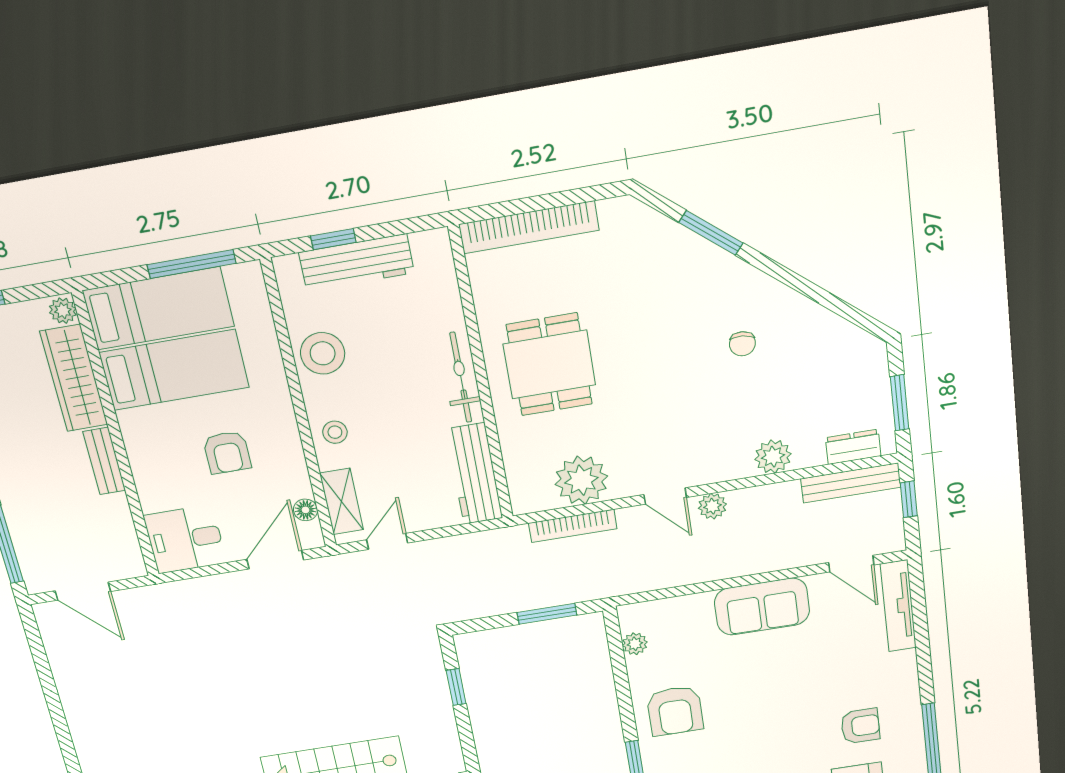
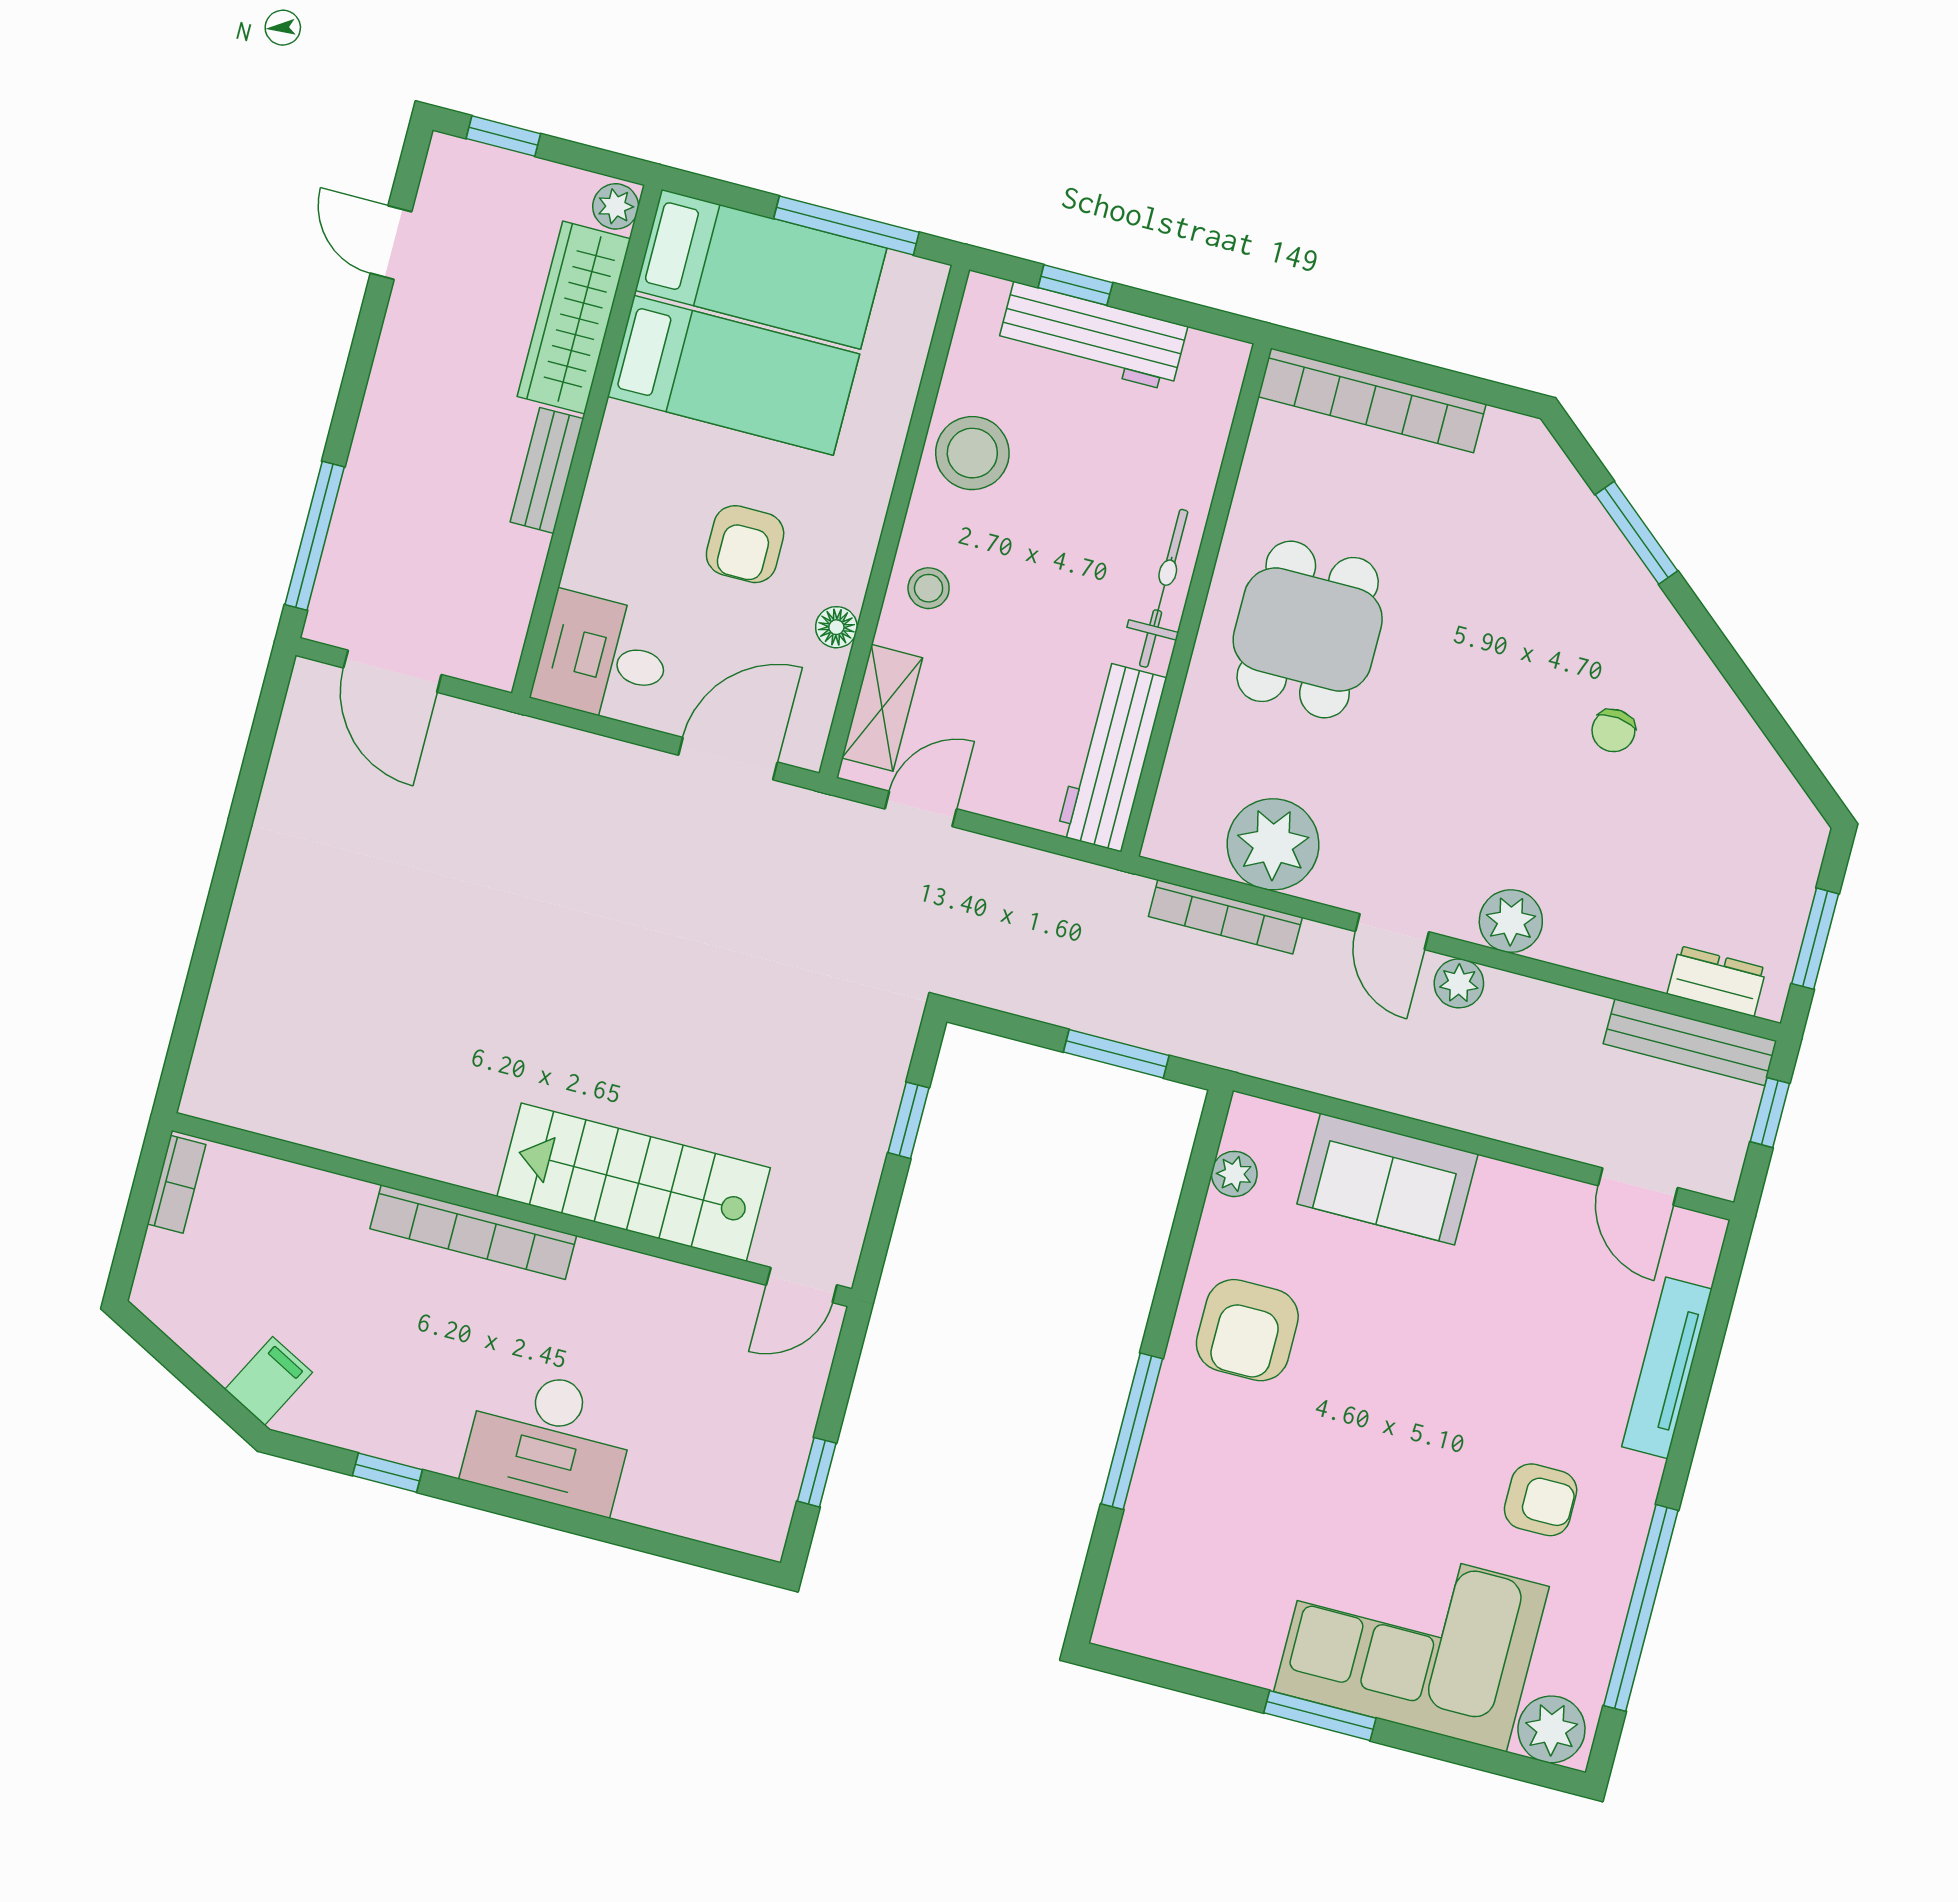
plant: (773, 457) -> (1511, 921), moved
floor lamp: (305, 510) -> (836, 627), moved
tv unit: (898, 606) -> (1667, 1368), moved
sofa: (762, 607) -> (1387, 1179), moved

